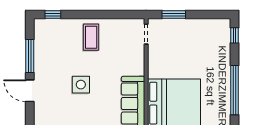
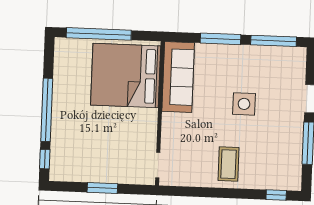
window: (174, 15) -> (102, 188), moved
window: (234, 90) -> (47, 110), moved

